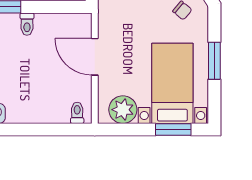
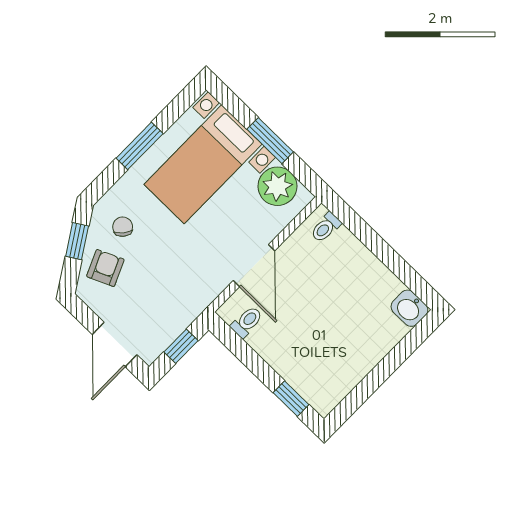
toilet: (27, 24) -> (247, 322), moved
window: (173, 130) -> (270, 141), moved

